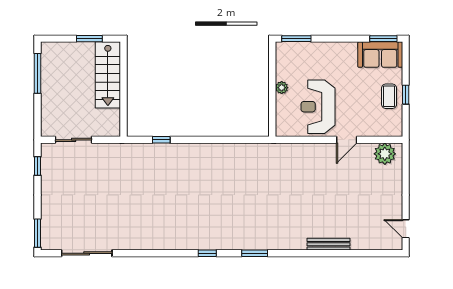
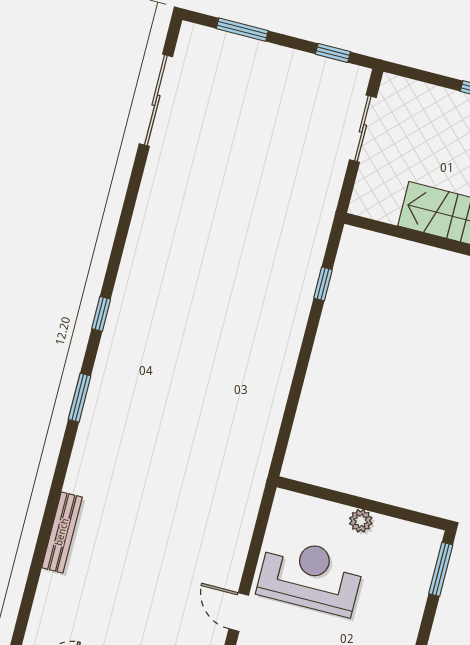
window: (38, 233) -> (242, 30), moved

